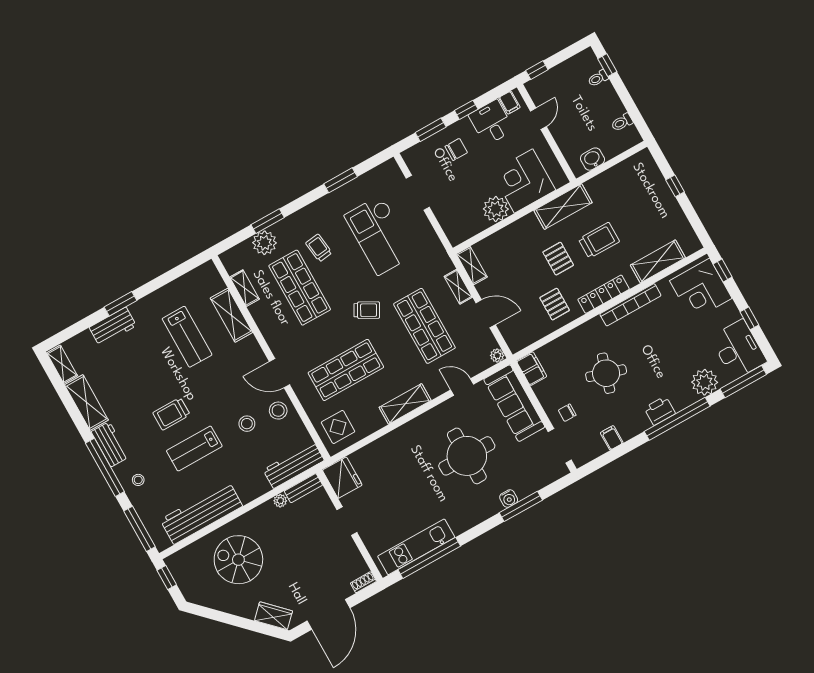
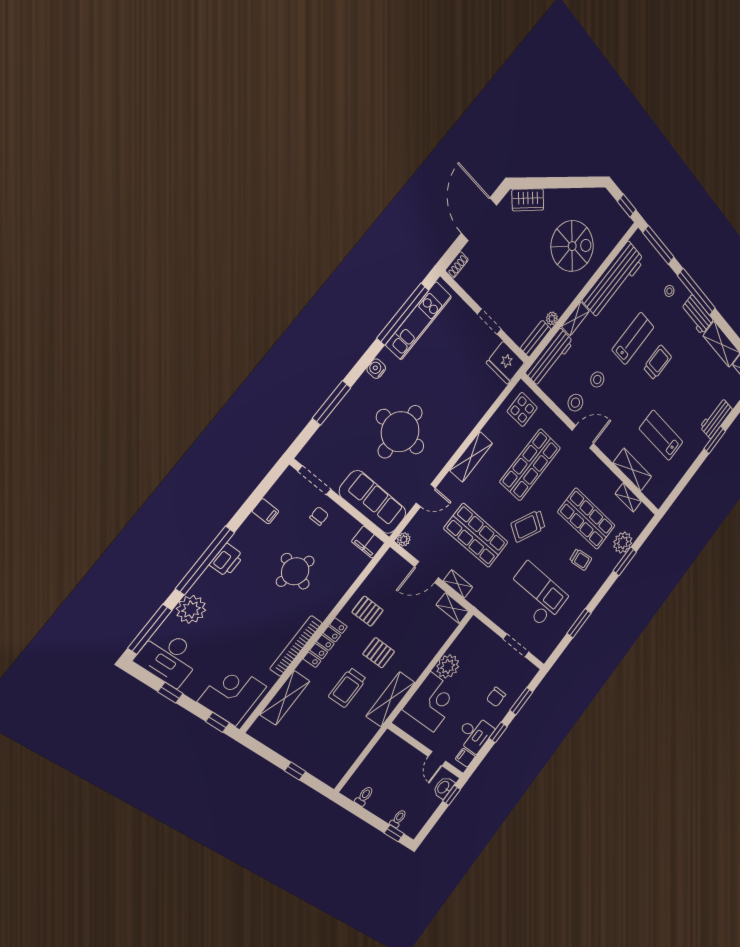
washbasin: (592, 159) -> (444, 787), moved, turned 180
trolley: (367, 310) -> (528, 526), width x1.36, depth x1.39
shelving: (255, 491) -> (575, 319), added
water cooler: (509, 499) -> (376, 369), moved

